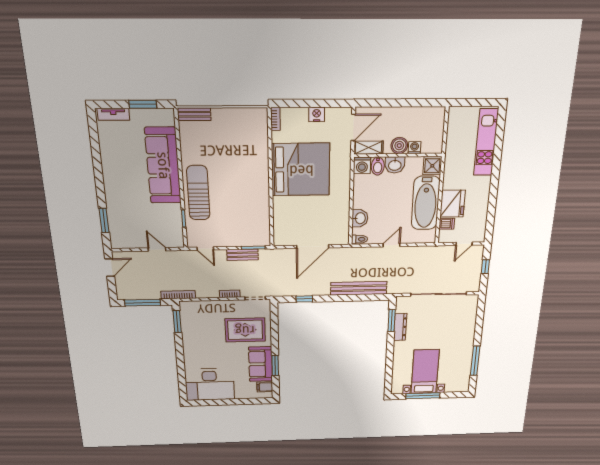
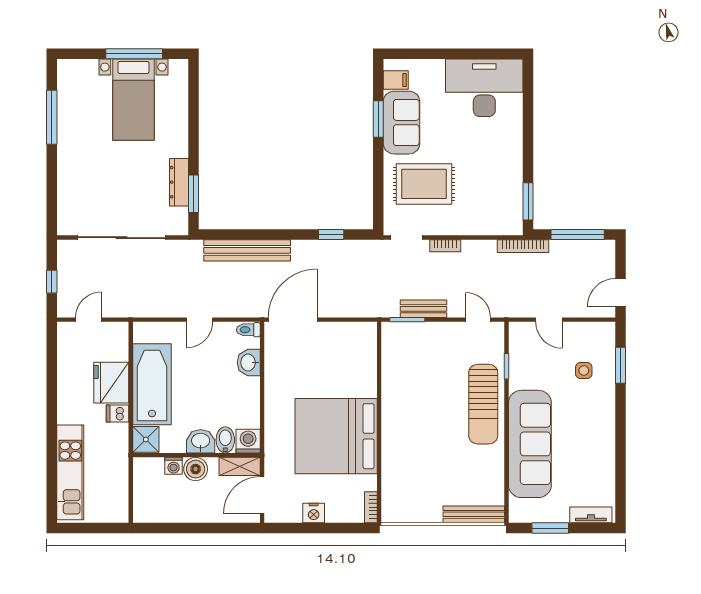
bench: (194, 114) -> (474, 514), width x1.36
side table: (129, 216) -> (584, 371), added
dishwasher: (447, 224) -> (118, 413), moved
door: (313, 247) -> (293, 320), moved

